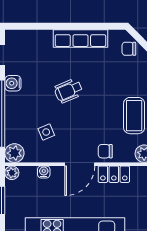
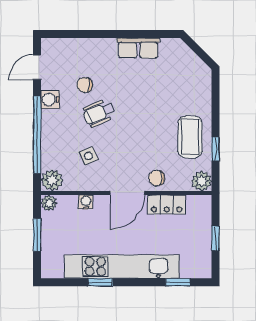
row of seats: (80, 38) -> (138, 48), width x0.68
chair: (129, 49) -> (85, 85), moved
wheelchair: (69, 91) -> (99, 113), moved

